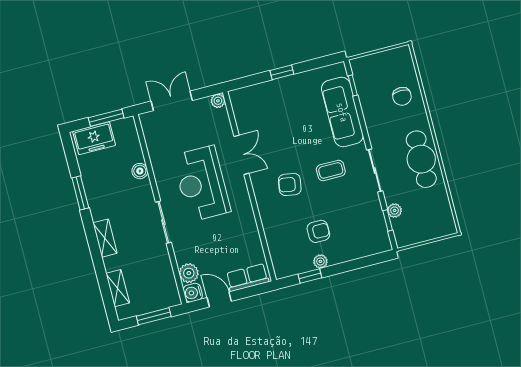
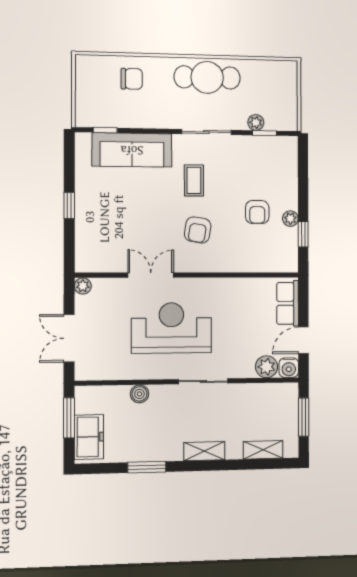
reception desk: (202, 184) -> (171, 328), turned 180
armchair: (318, 231) -> (257, 212), turned 180

